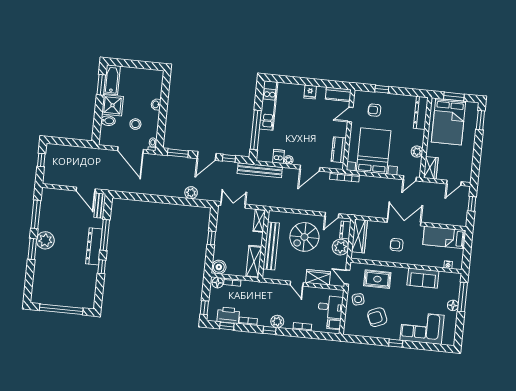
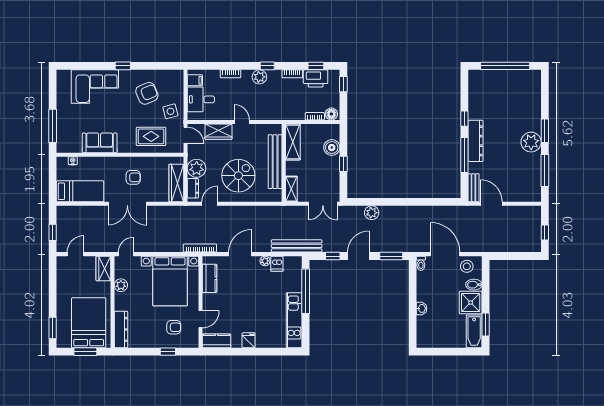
stool: (135, 124) -> (467, 266), moved
boiler: (219, 267) -> (332, 148), moved
floor lamp: (453, 305) -> (63, 115), removed

